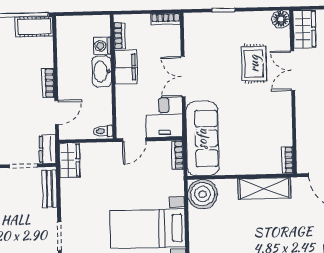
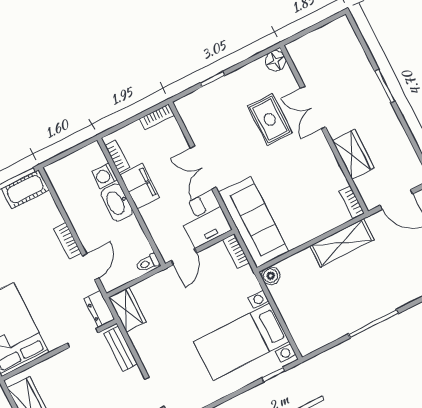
wardrobe: (304, 29) -> (353, 154), moved
boiler: (203, 194) -> (271, 276), width x0.54, depth x0.54

